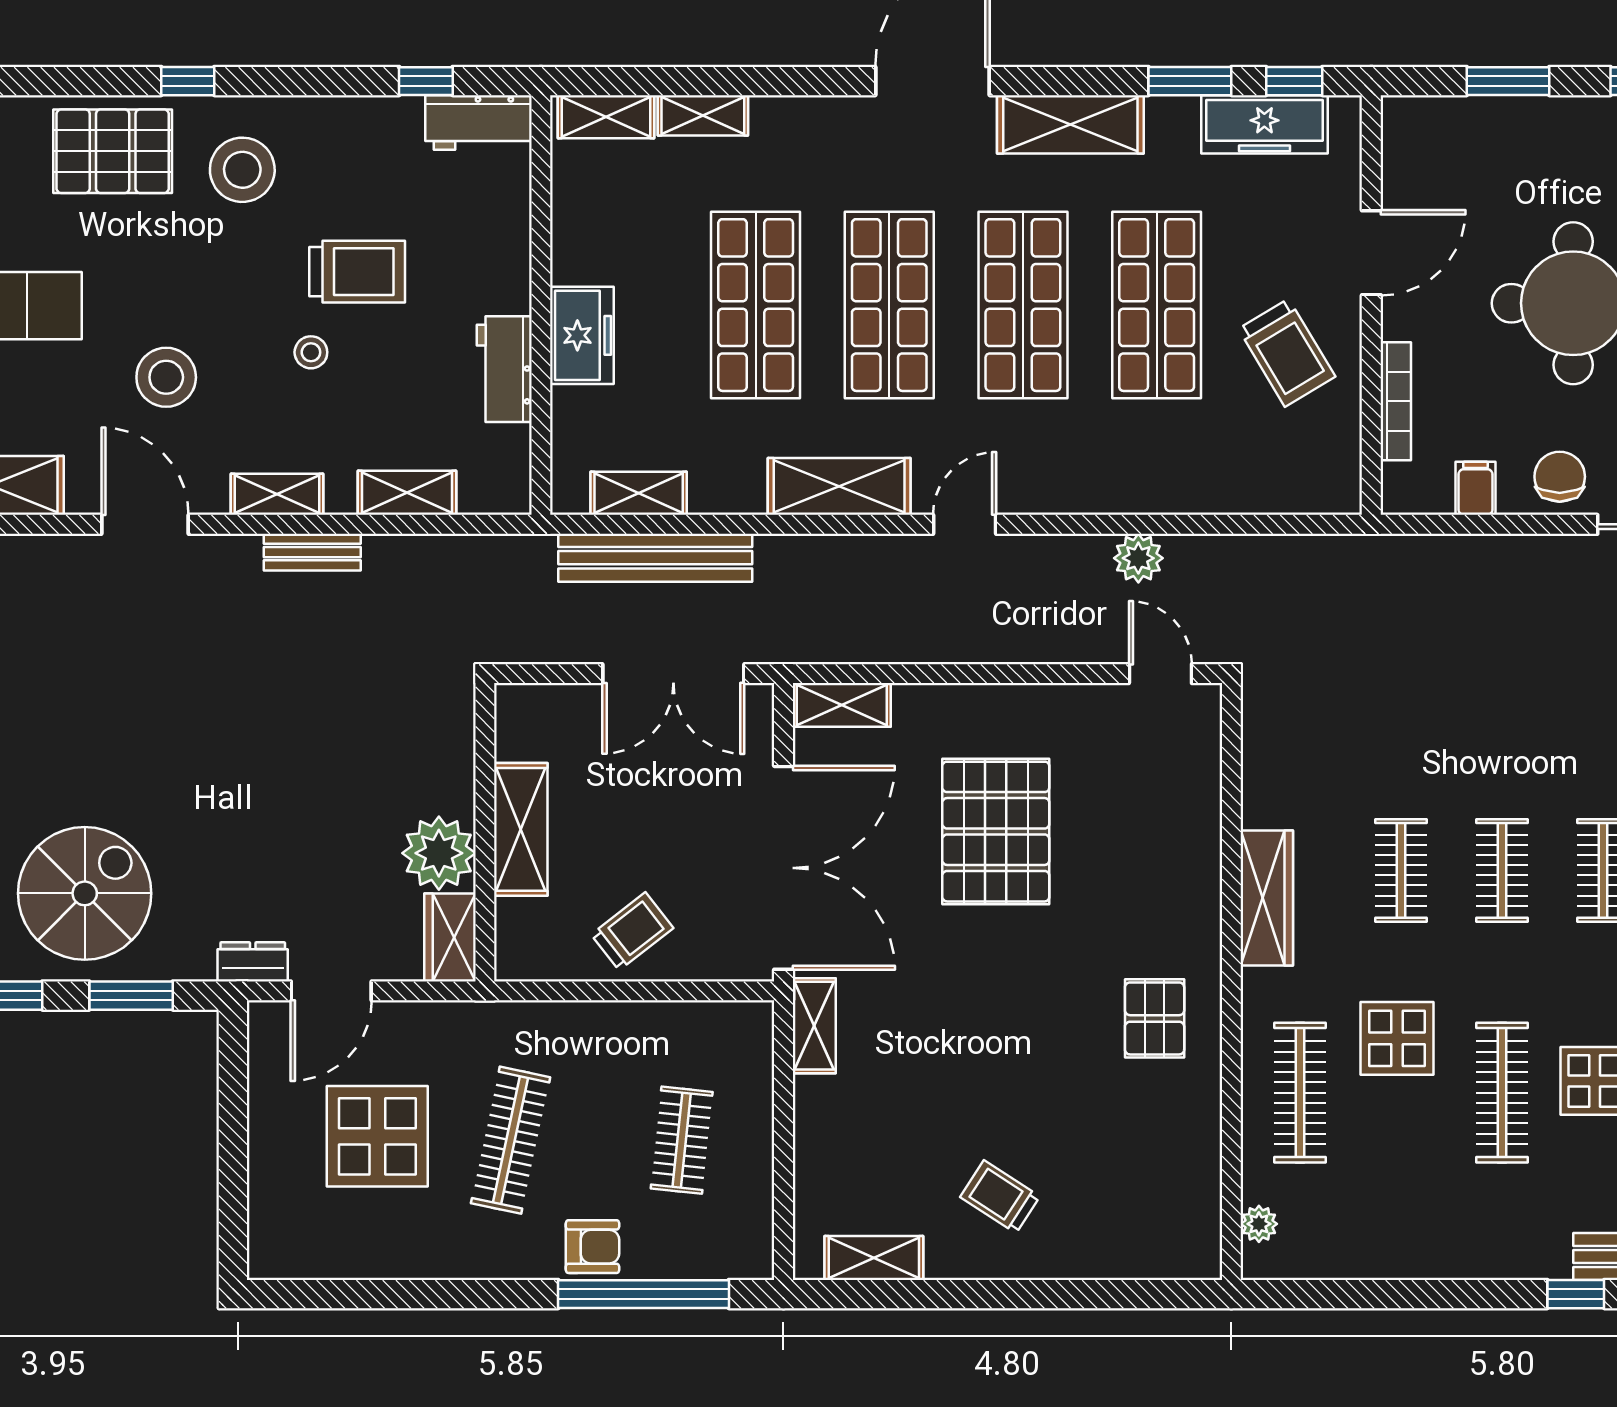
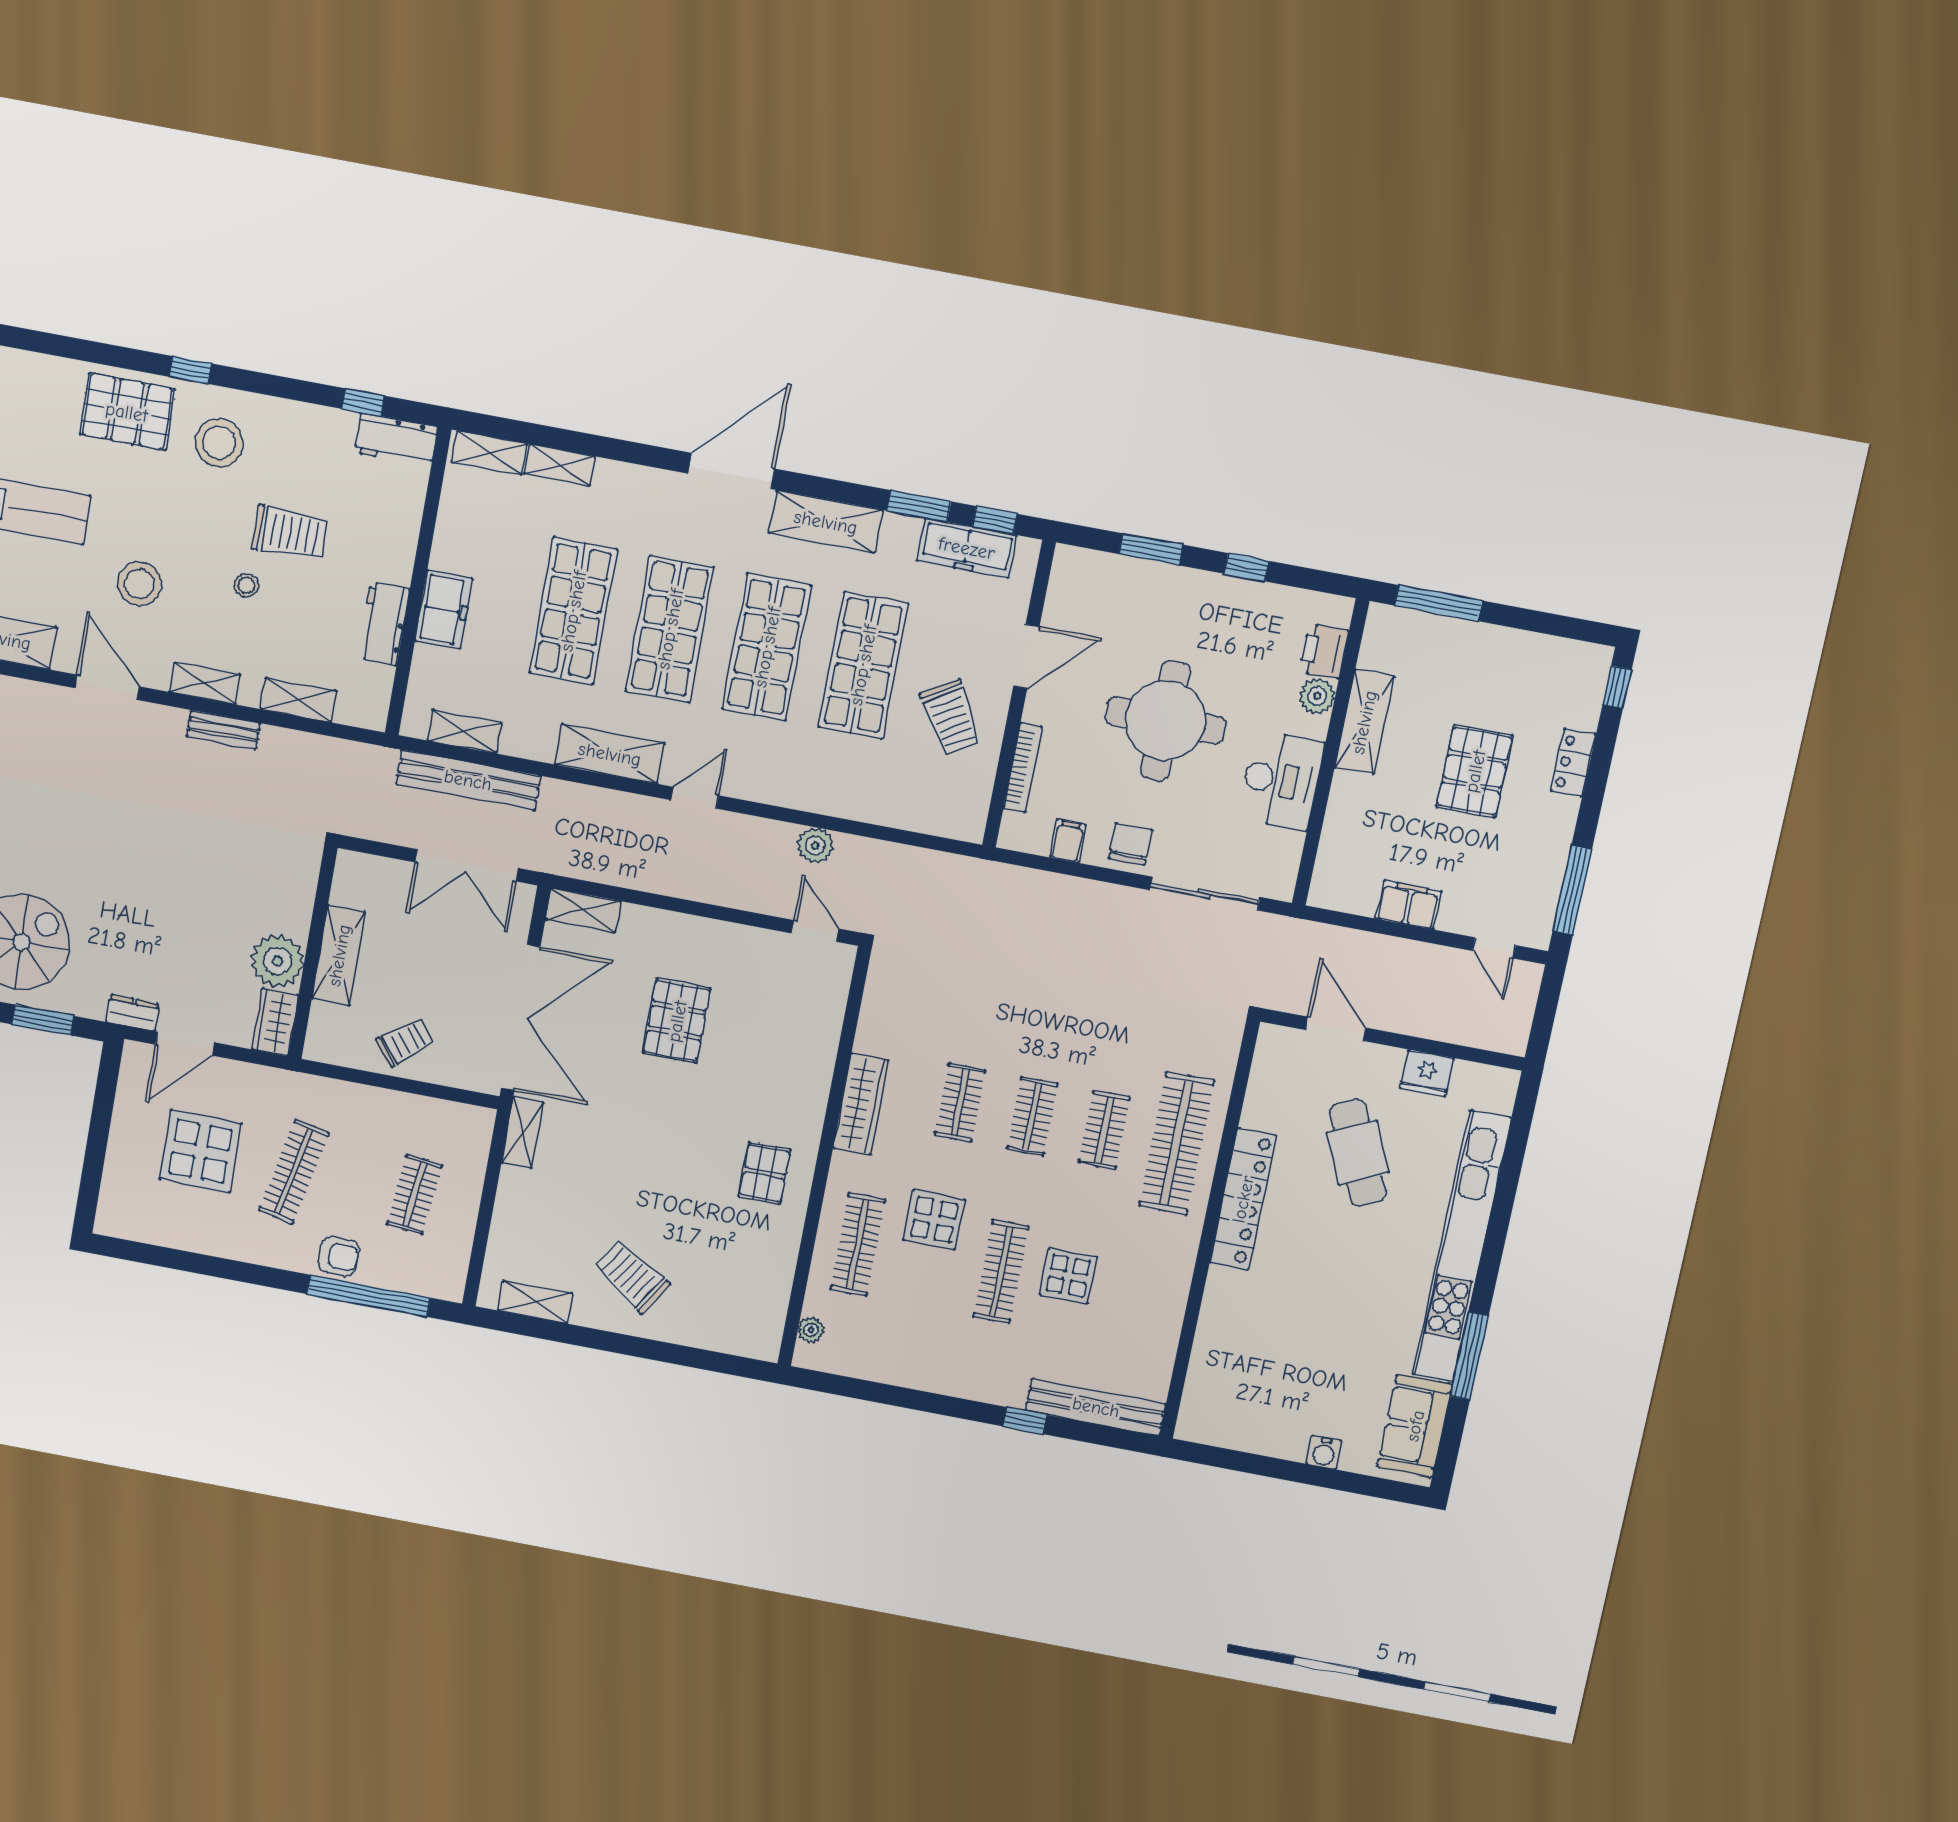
pallet: (996, 832) -> (677, 1021), width x0.73, depth x0.71
trolley: (1000, 1197) -> (632, 1276), width x1.36, depth x1.39

